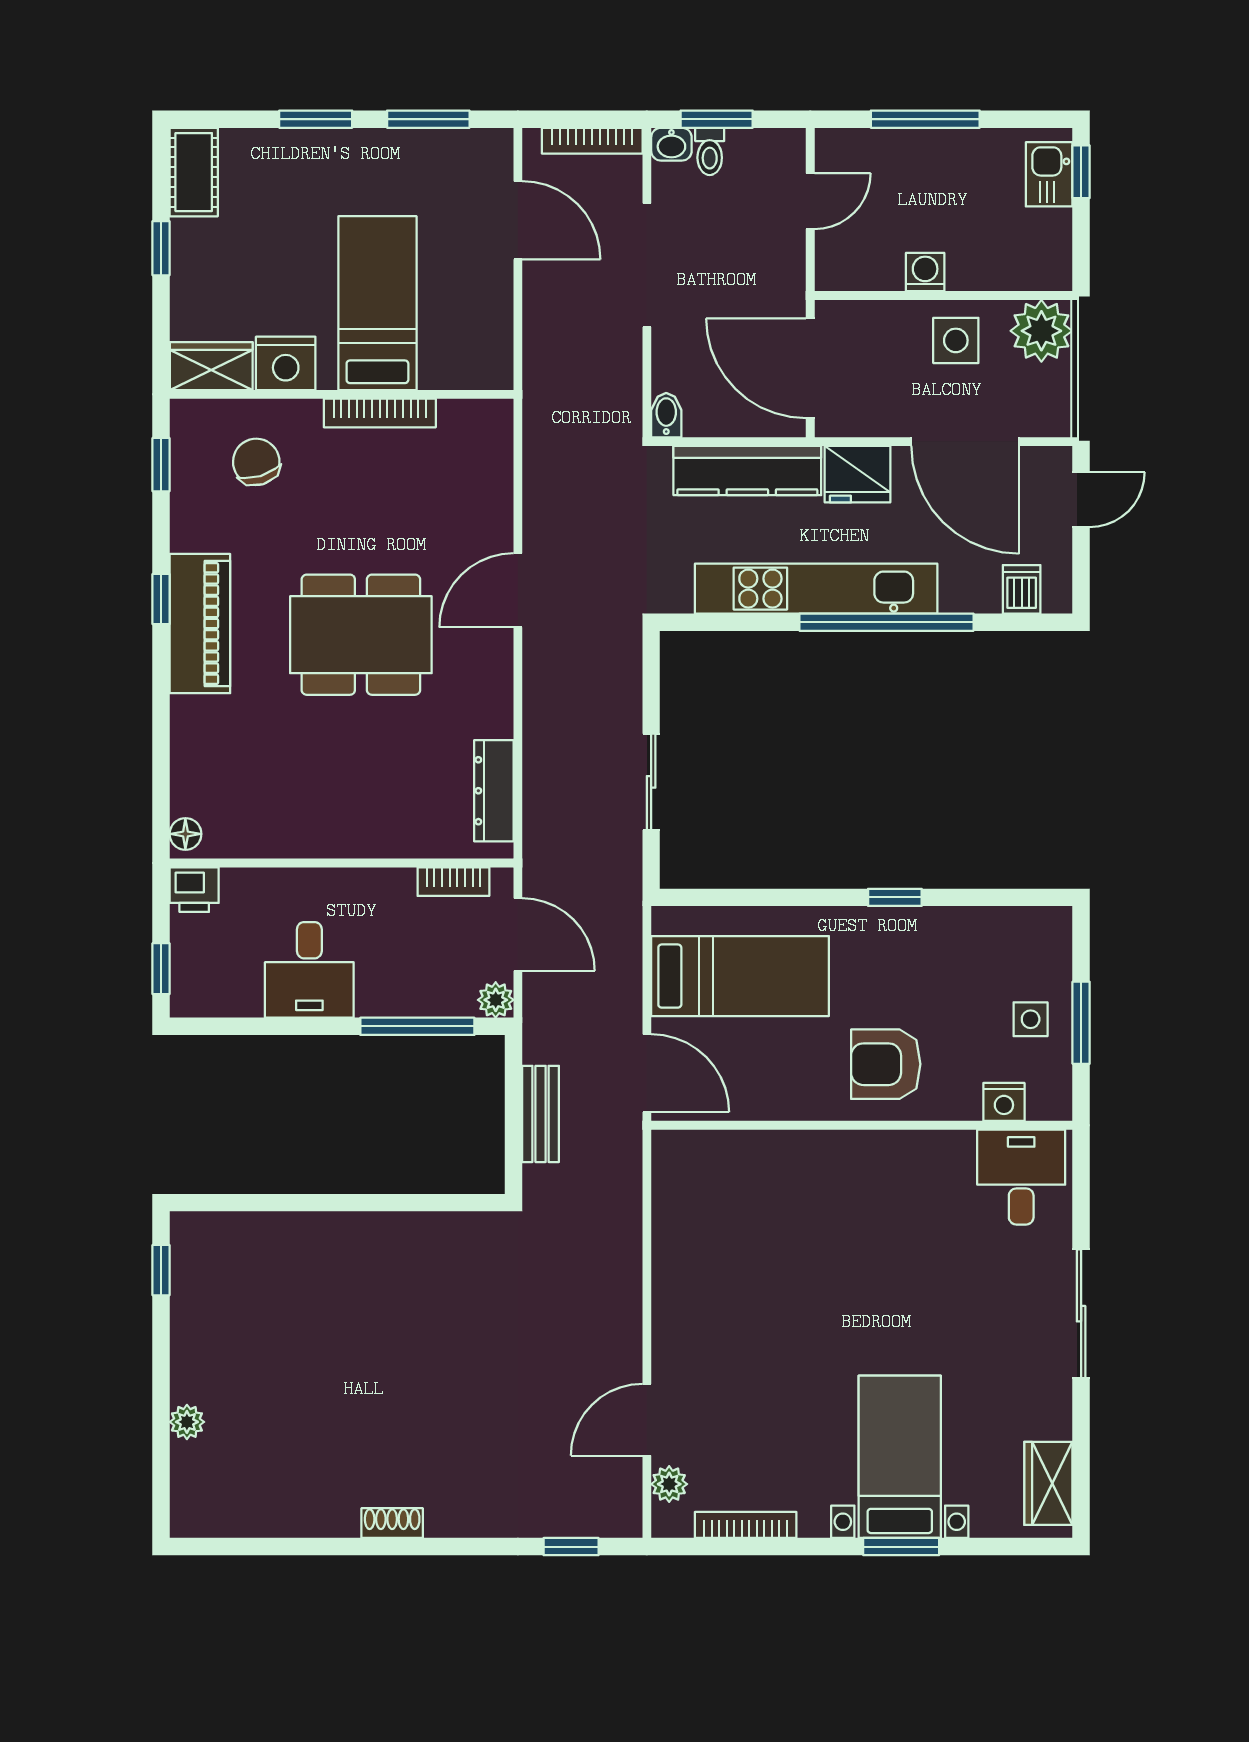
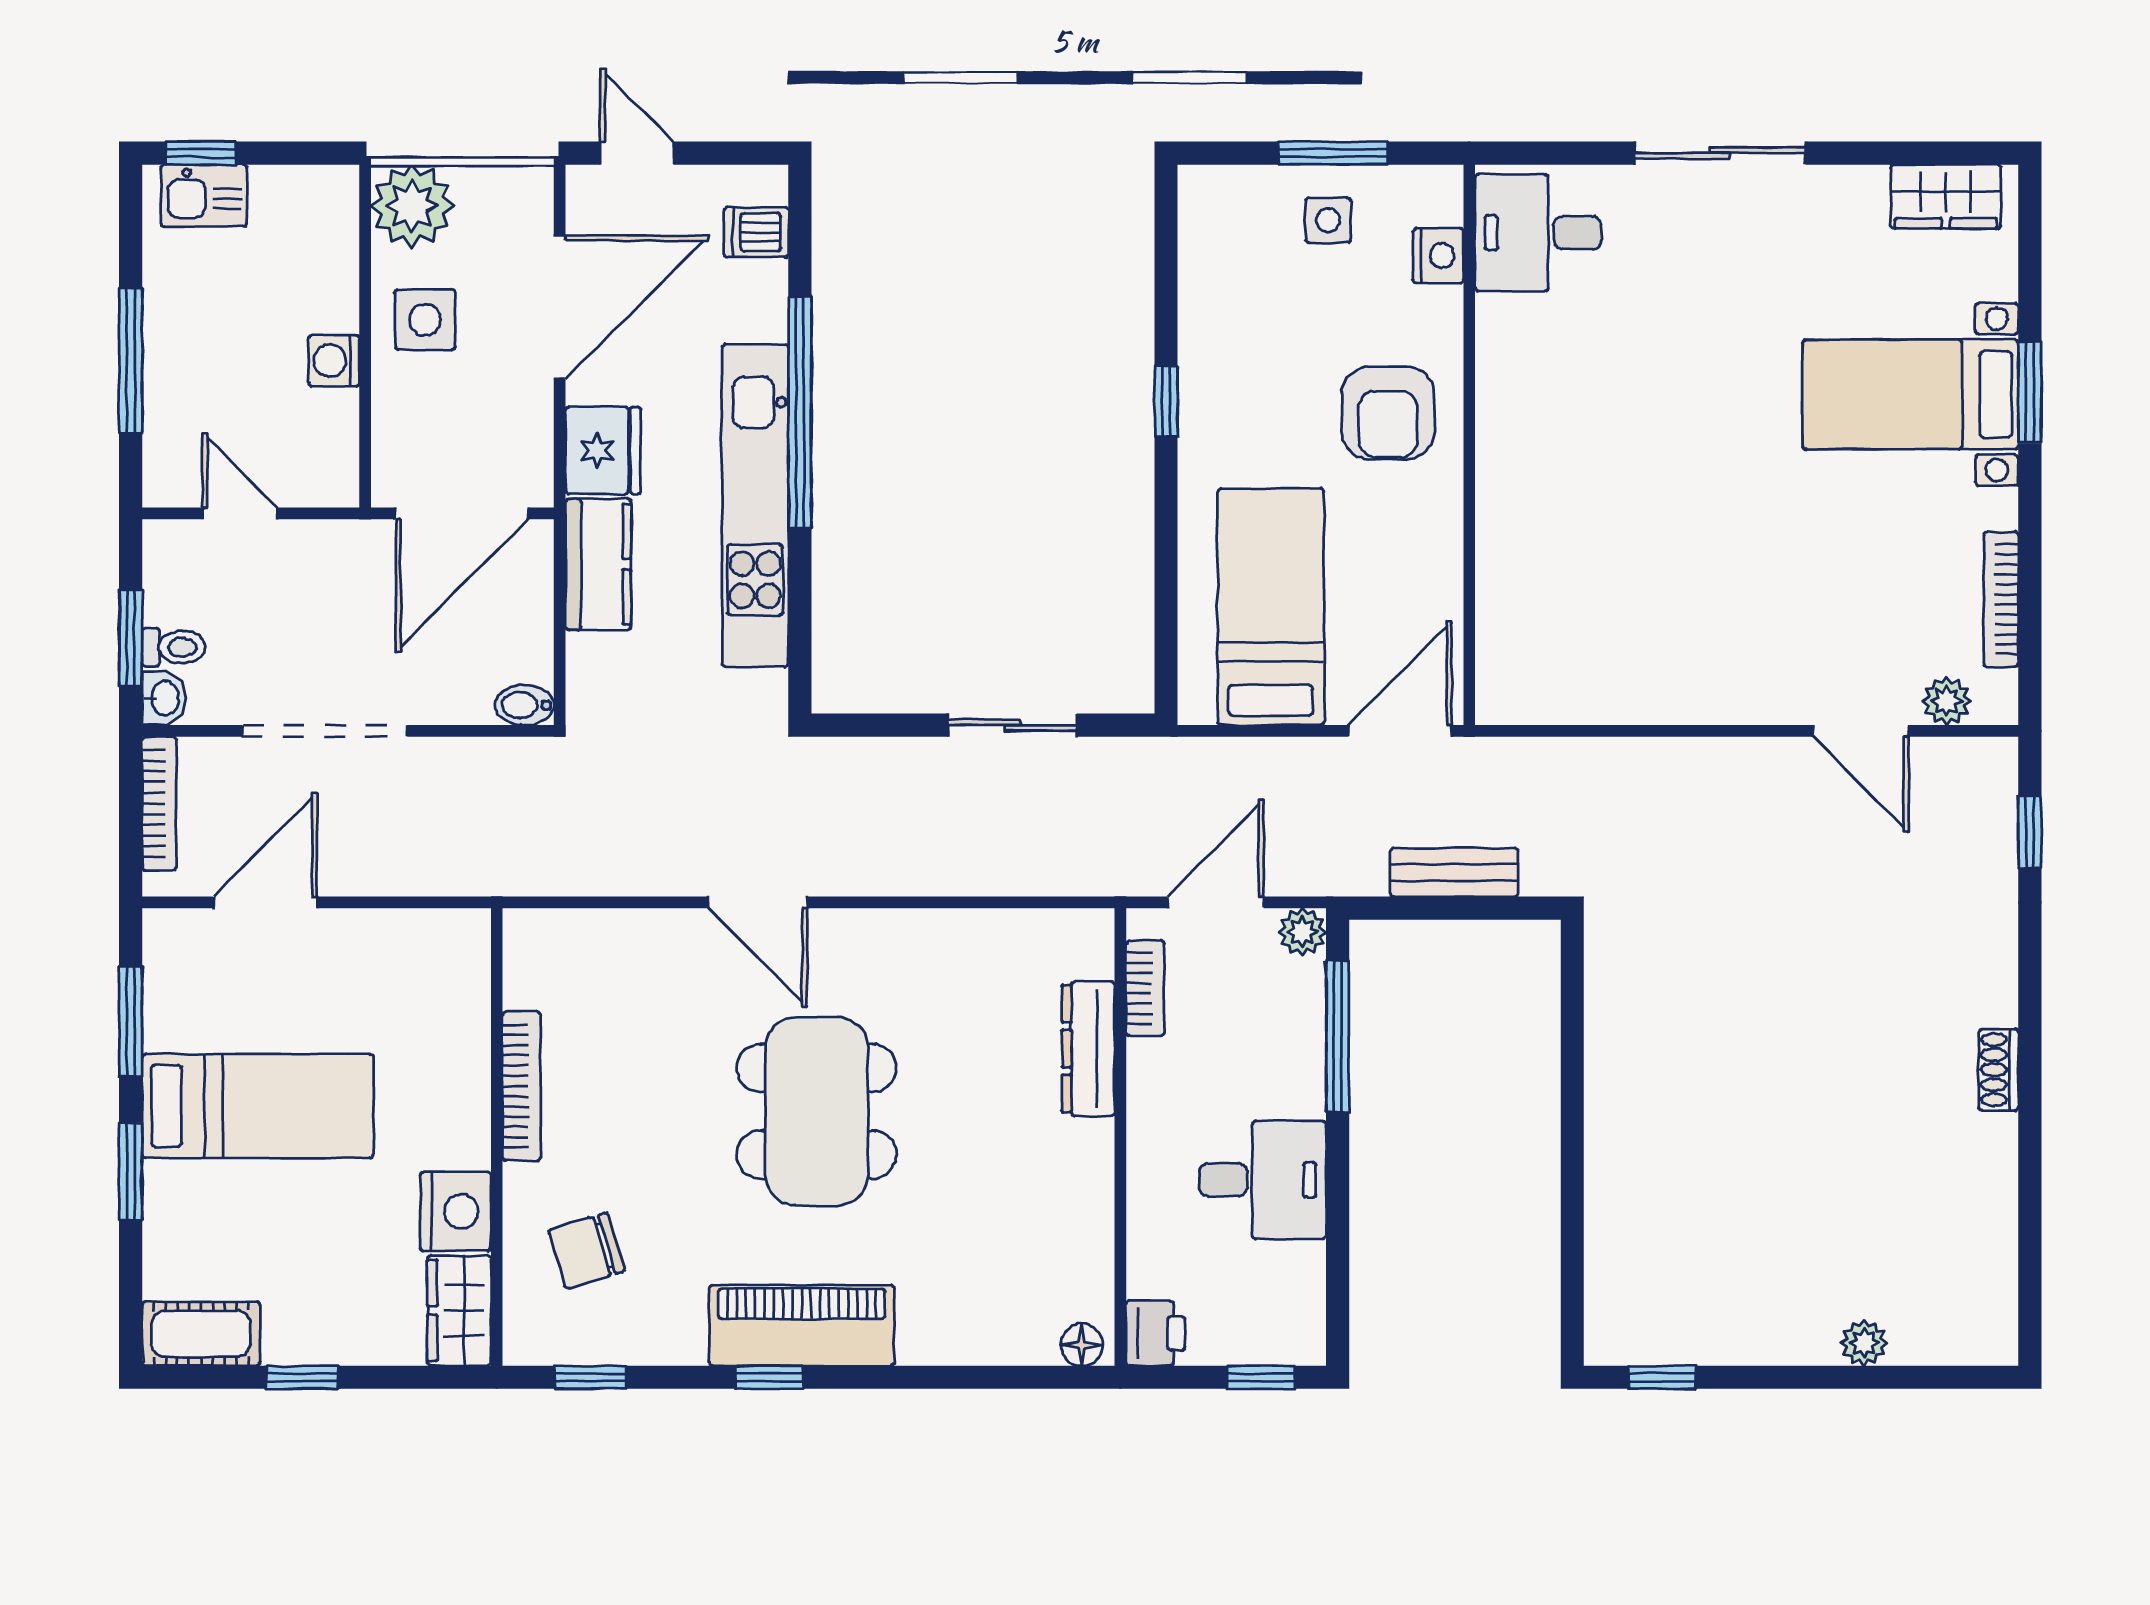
bed: (377, 303) -> (258, 1106), moved, turned 180
kitchen counter: (747, 471) -> (598, 564), width x0.67
dresser: (494, 791) -> (1088, 1049), moved, turned 90

